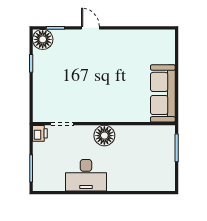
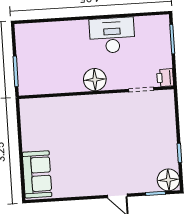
sofa: (163, 93) -> (37, 174), moved, width x0.73

